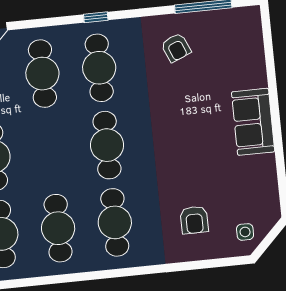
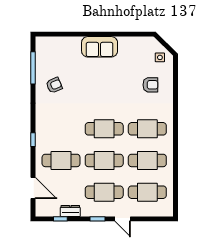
window: (96, 17) -> (33, 140), moved
cafe table: (99, 68) -> (104, 160), moved

